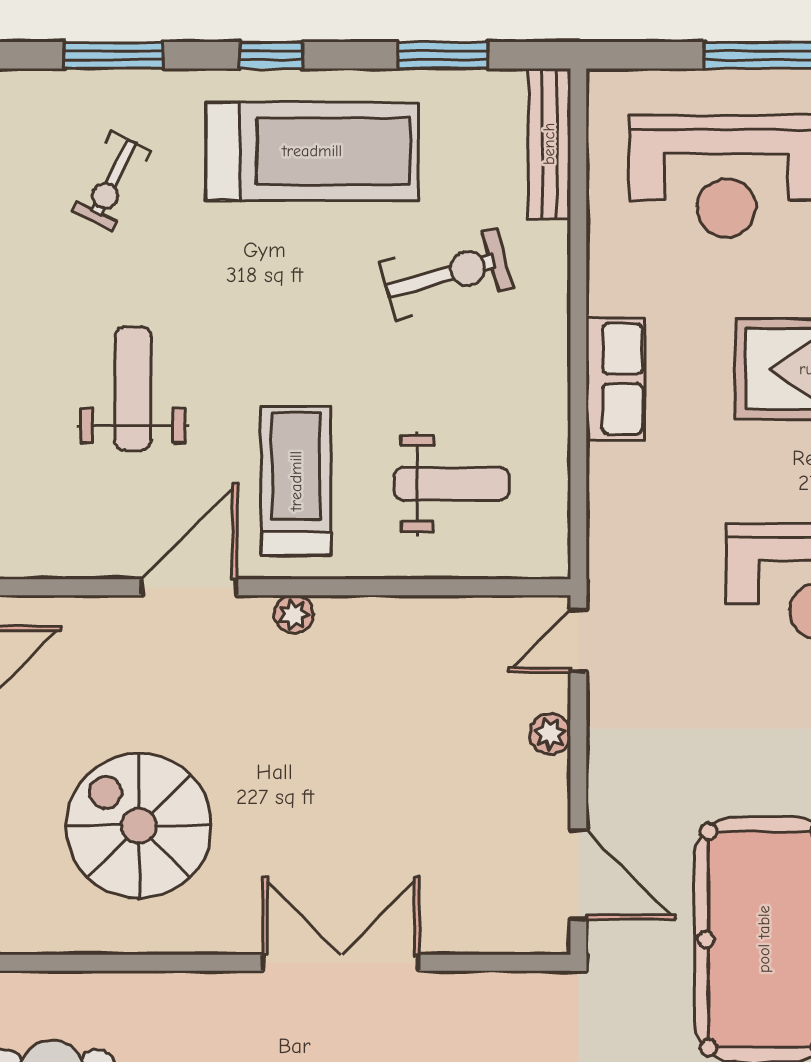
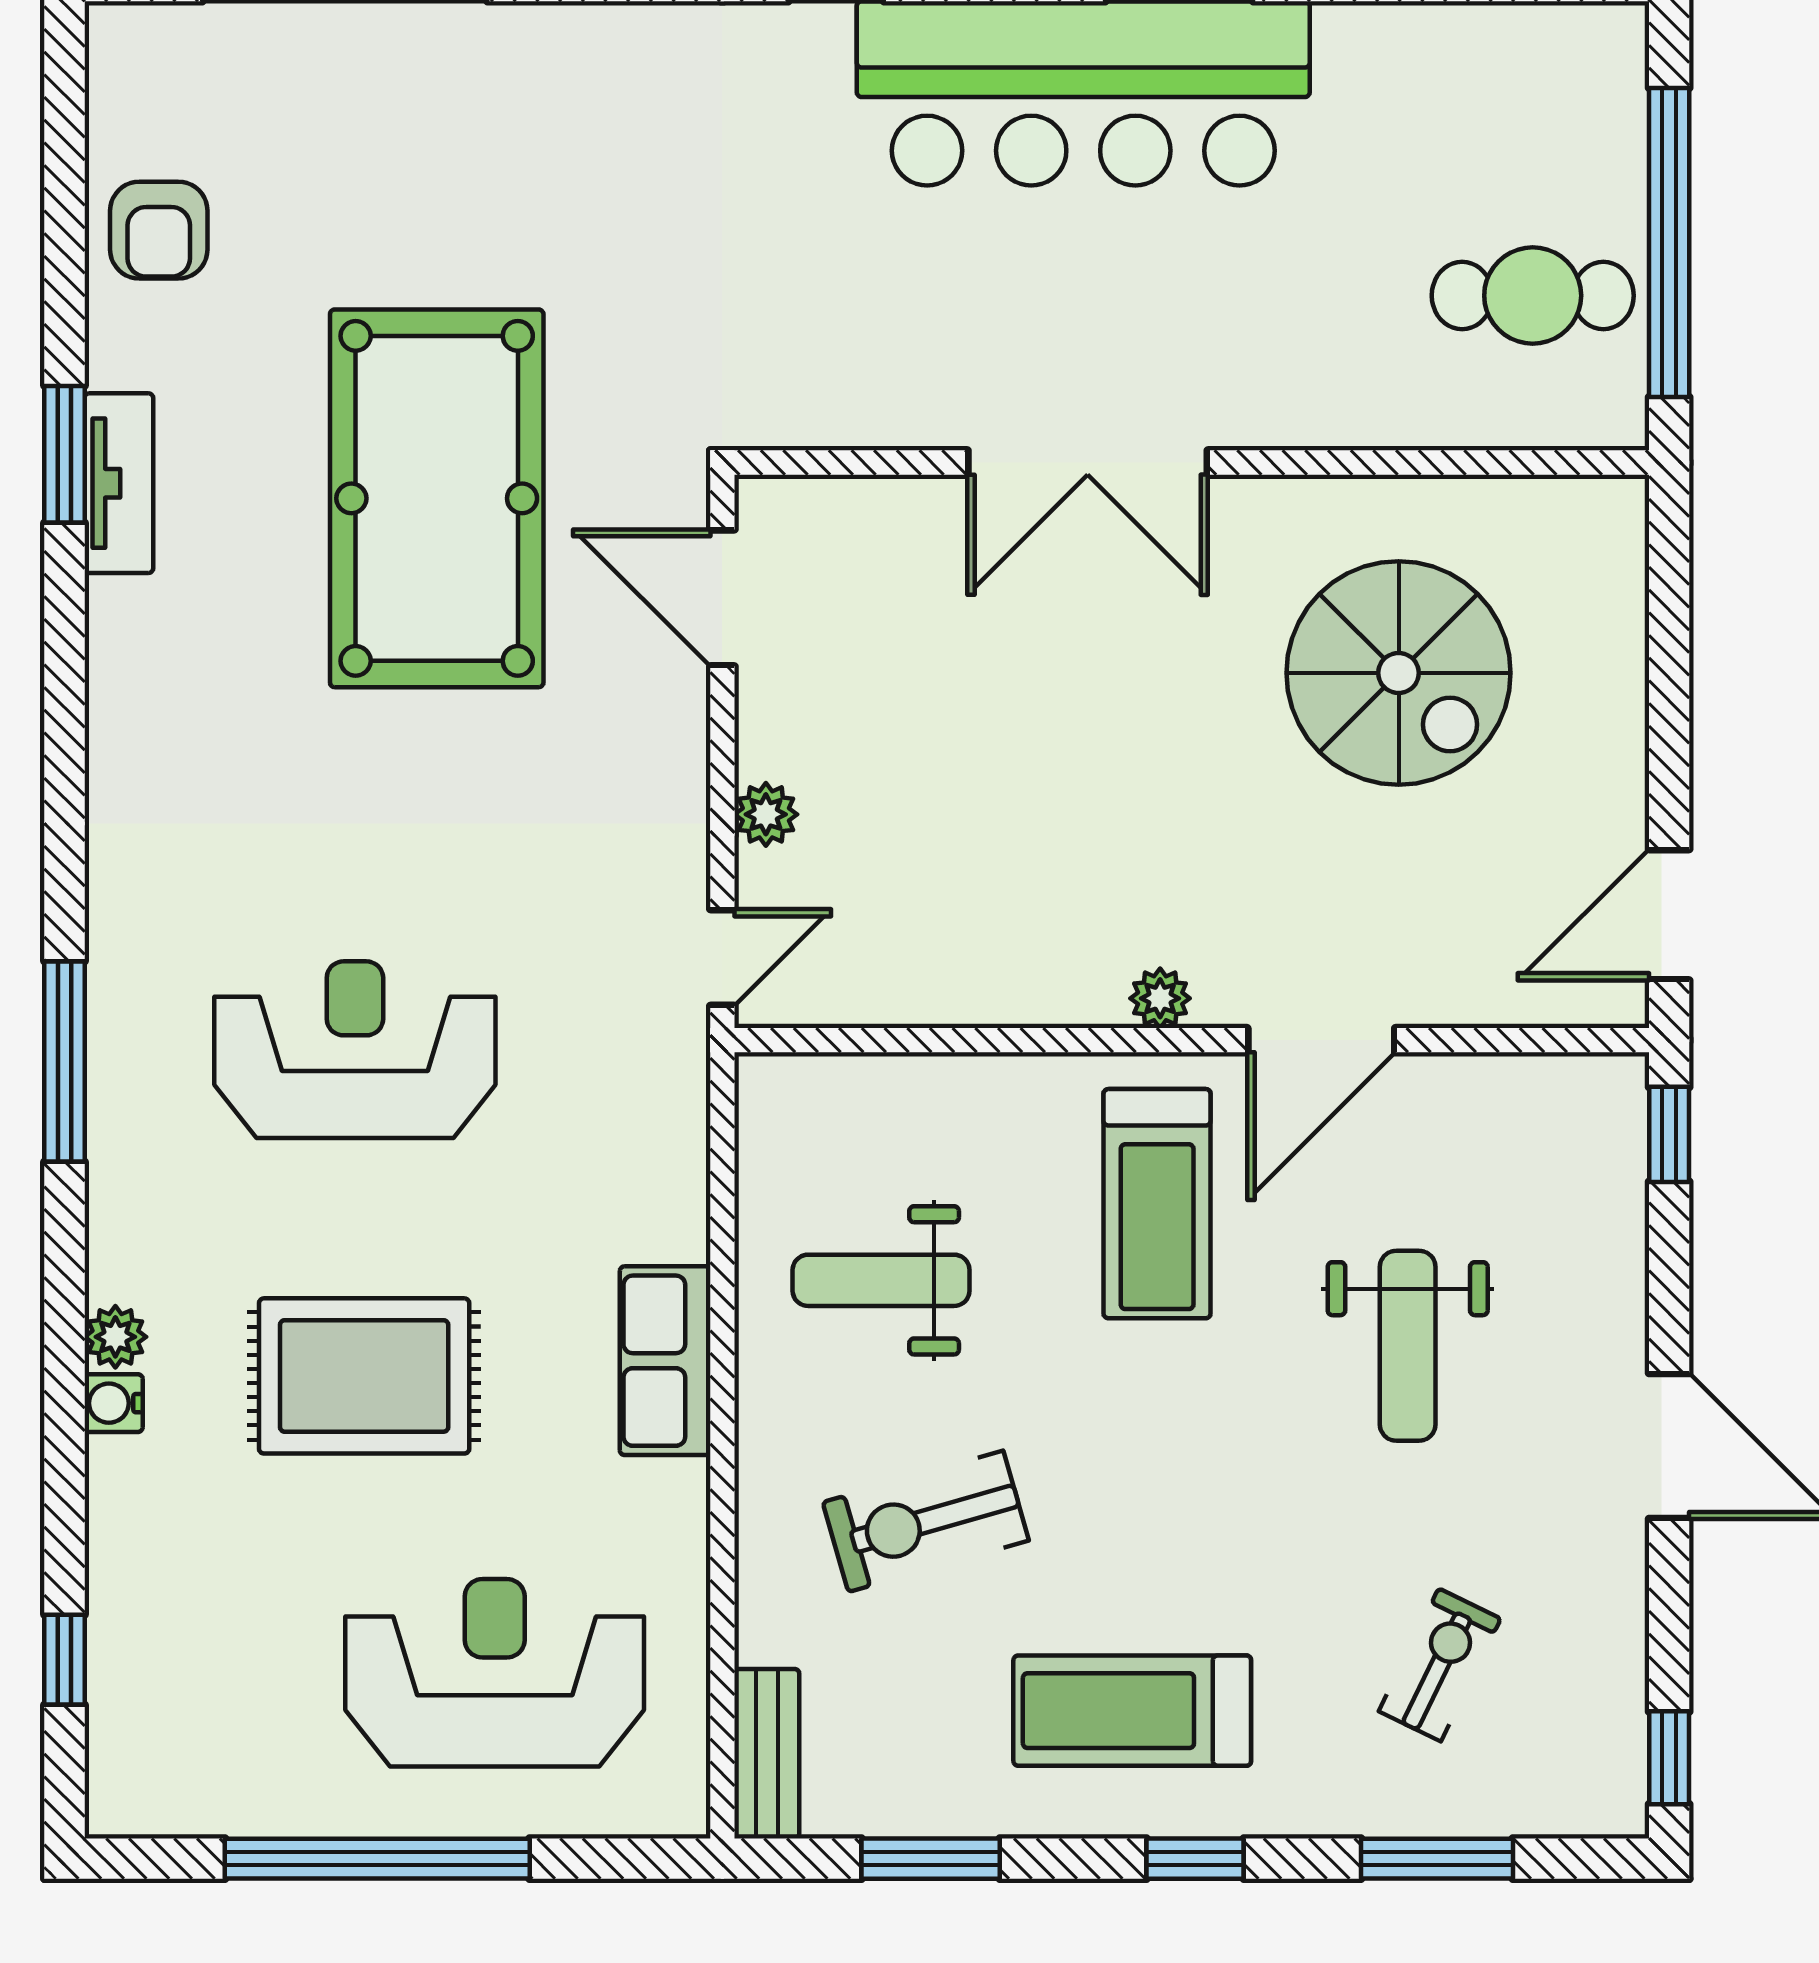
bench: (549, 144) -> (767, 1754), width x0.73
treadmill: (312, 151) -> (1132, 1711), width x0.73, depth x0.73
weight bench: (452, 484) -> (881, 1280), moved

